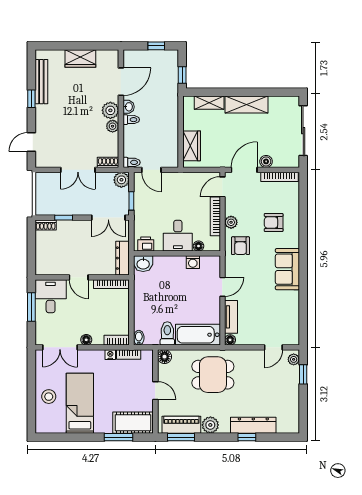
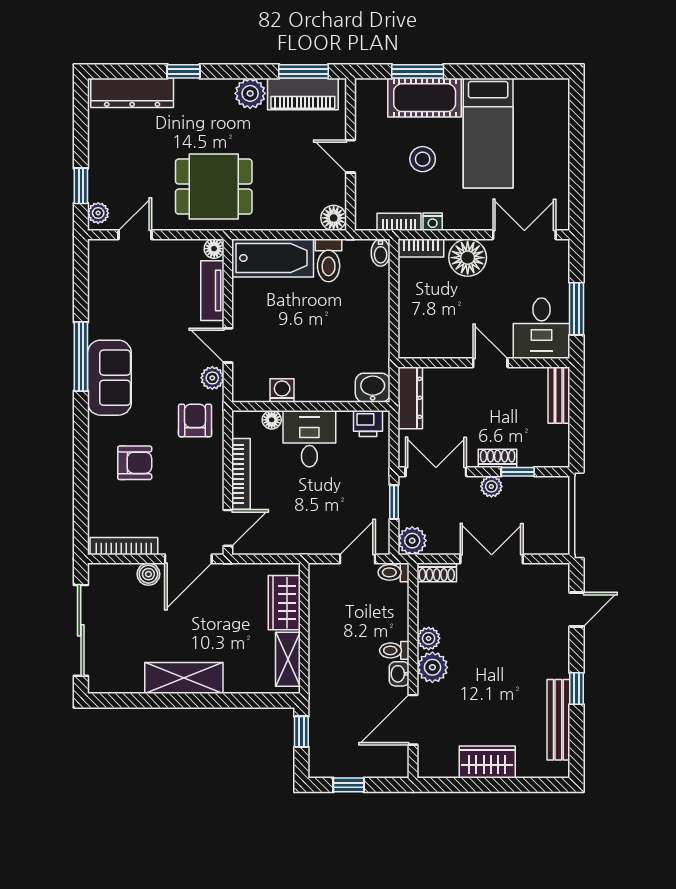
shelving: (209, 103) -> (288, 659), moved, turned 90
door: (151, 170) -> (358, 559), hinge flipped
plant: (78, 210) -> (491, 486), added
plant: (231, 222) -> (212, 378), moved
shoe rack: (46, 225) -> (498, 458), moved
bench: (41, 260) -> (559, 395), added
window: (303, 281) -> (81, 357), added
bookcase: (111, 284) -> (430, 350), removed
door: (222, 287) -> (228, 345), hinge flipped
floor lamp: (86, 340) -> (468, 258), width x1.89, depth x1.89
dining table: (213, 375) -> (214, 187), moved
stool: (49, 397) -> (423, 159), moved
cot: (133, 423) -> (425, 98), moved
dresser: (253, 425) -> (132, 93), moved

